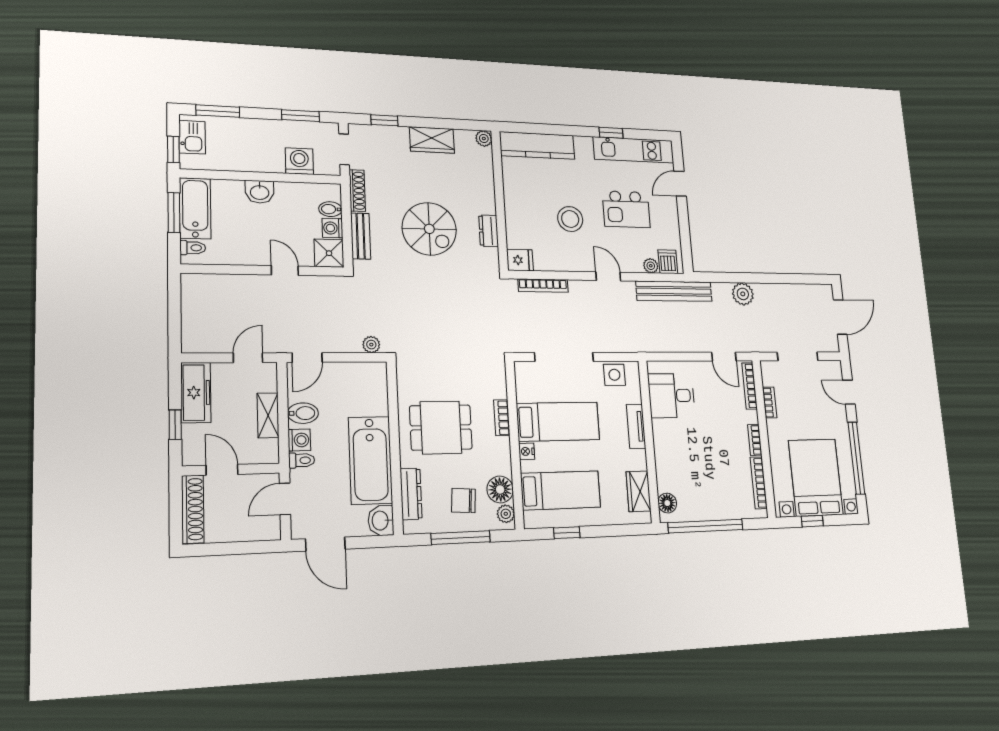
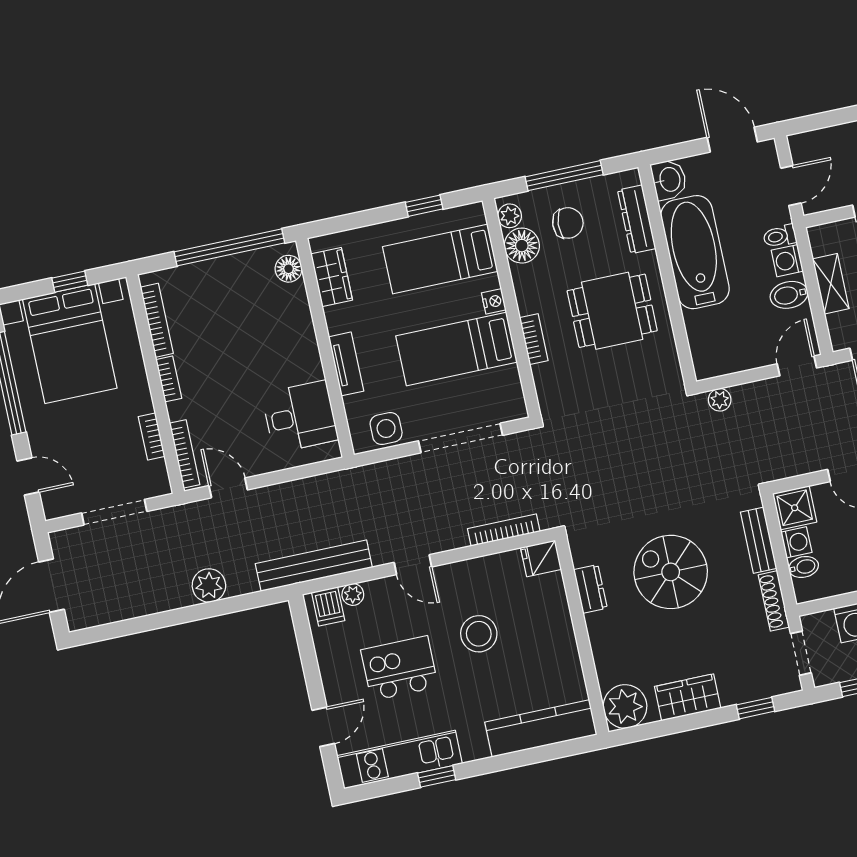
plant: (484, 139) -> (625, 706), width x1.87, depth x1.87

